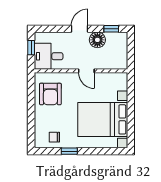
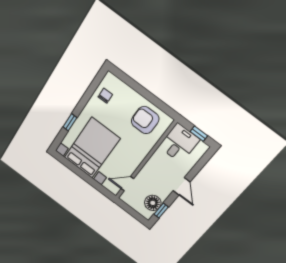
floor lamp: (97, 40) -> (153, 203), moved
door: (86, 71) -> (127, 184), moved
window: (69, 151) -> (70, 122), moved

